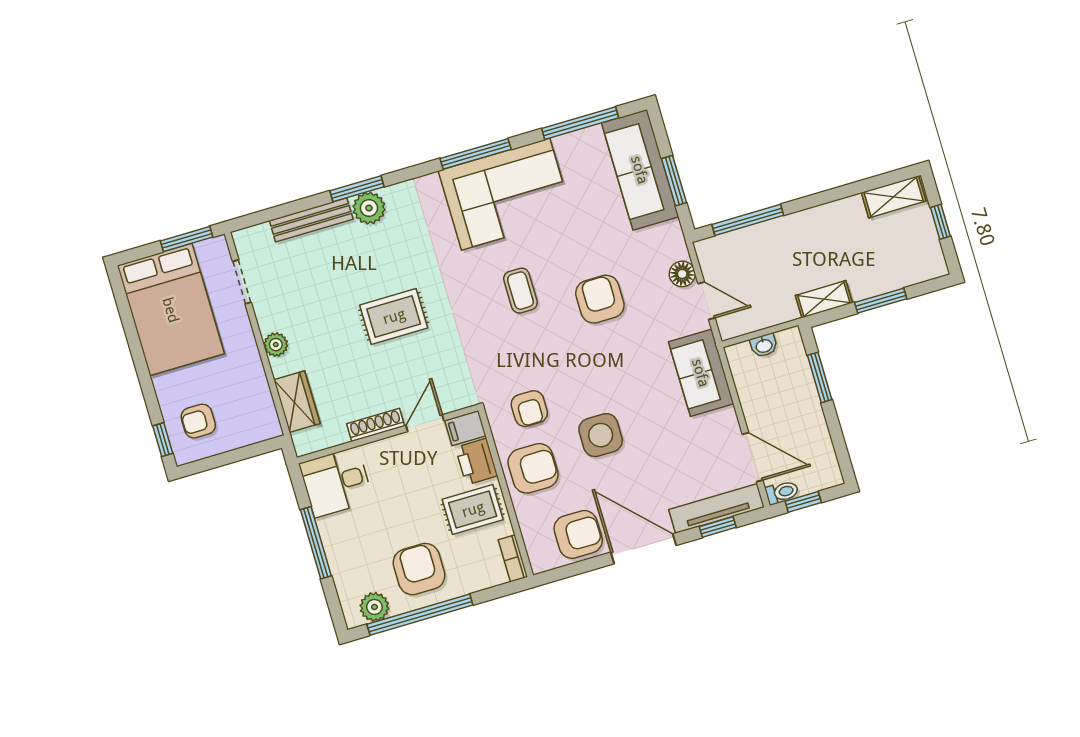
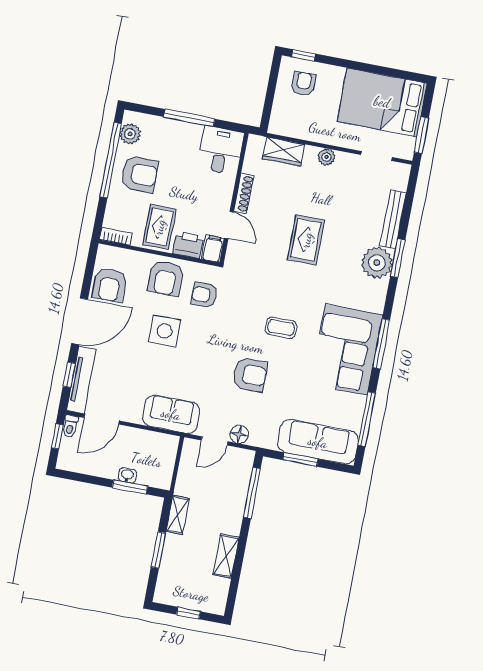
shelving: (894, 197) -> (226, 556), moved
plant: (369, 208) -> (377, 263), width x1.36, depth x1.36
washbasin: (764, 345) -> (127, 475), moved, turned 90

